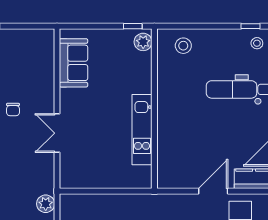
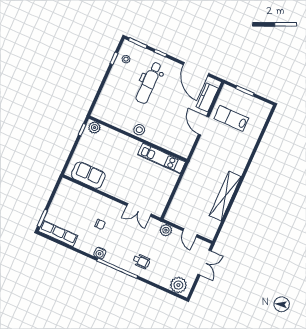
stool: (183, 46) -> (139, 130), moved
kitchen unit: (142, 130) -> (161, 158), moved
double door: (57, 133) -> (139, 210), moved

